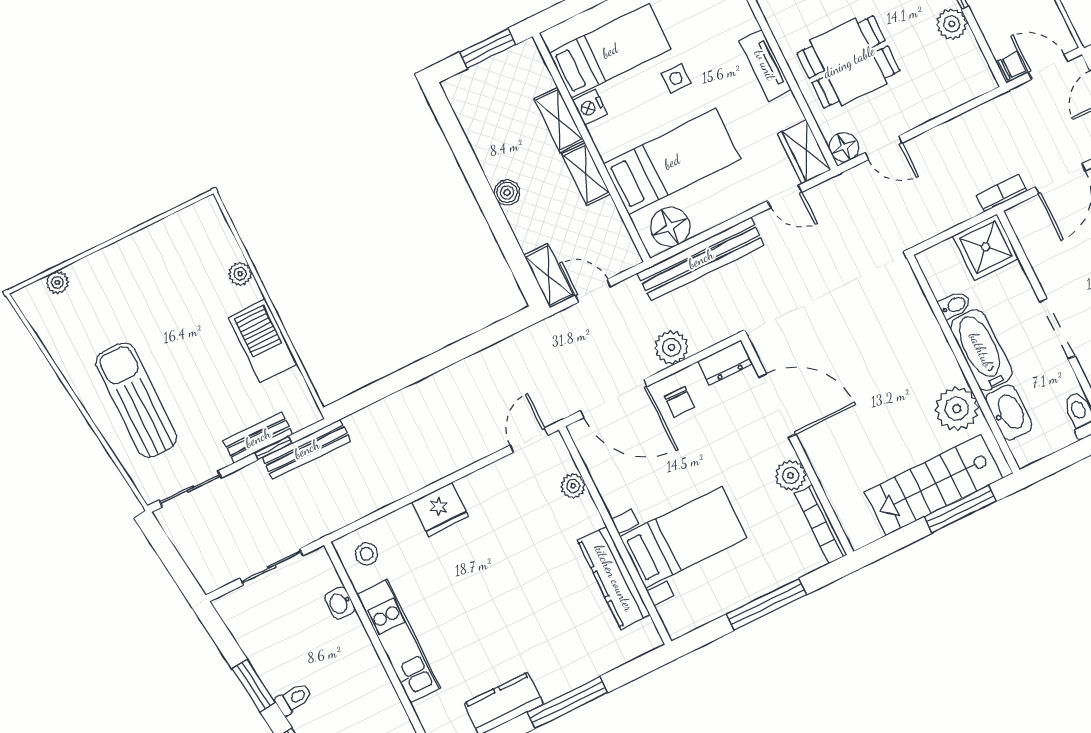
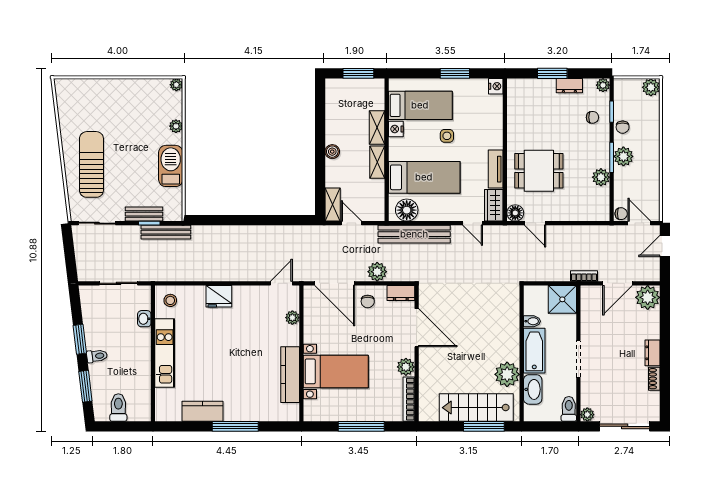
tv unit: (765, 65) -> (496, 169), moved
plant: (57, 282) -> (176, 85), moved

